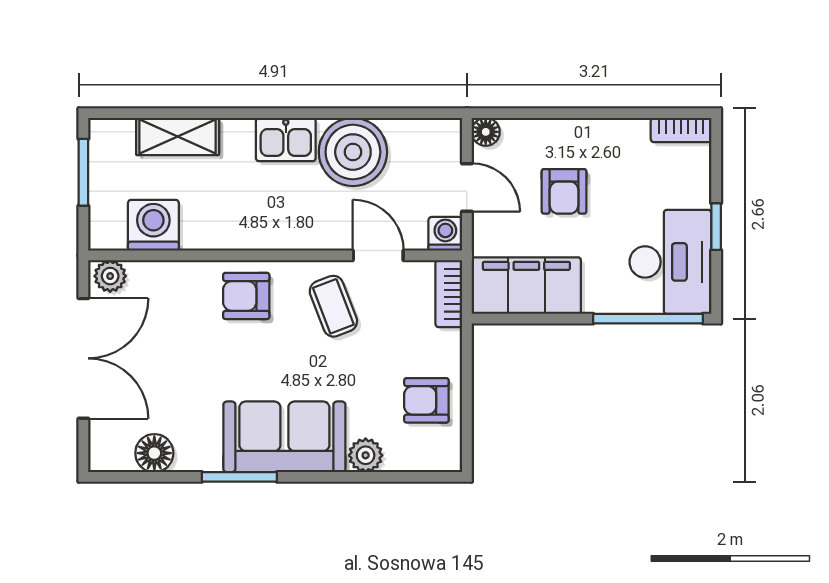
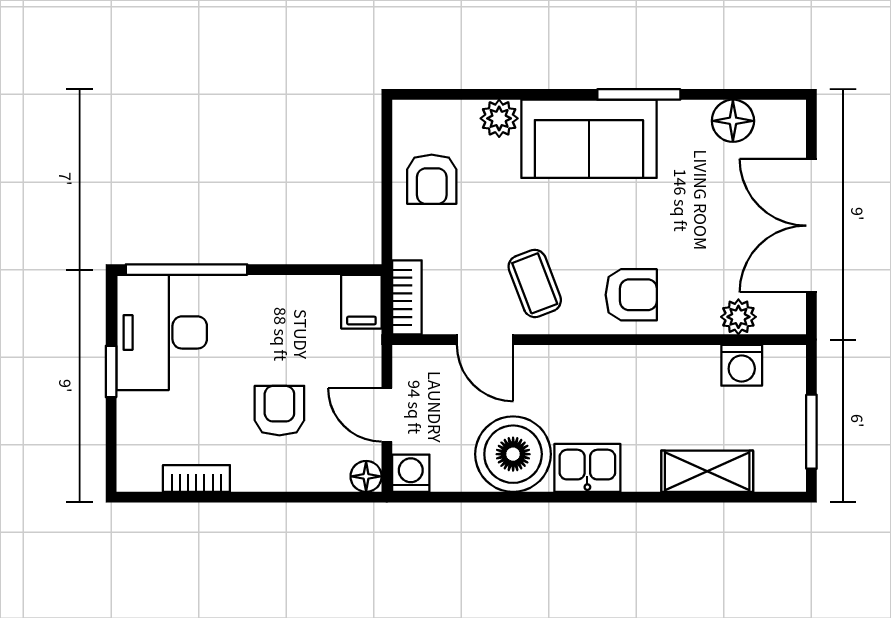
bookcase: (681, 130) -> (196, 479), moved
washing machine: (153, 225) -> (742, 365), width x0.73, depth x0.73
washing machine: (445, 234) -> (411, 473), moved, turned 180
plant: (110, 276) -> (738, 317), moved
filing cabinet: (526, 286) -> (361, 302), width x0.33, depth x0.86
armchair: (426, 400) -> (432, 179), turned 90

